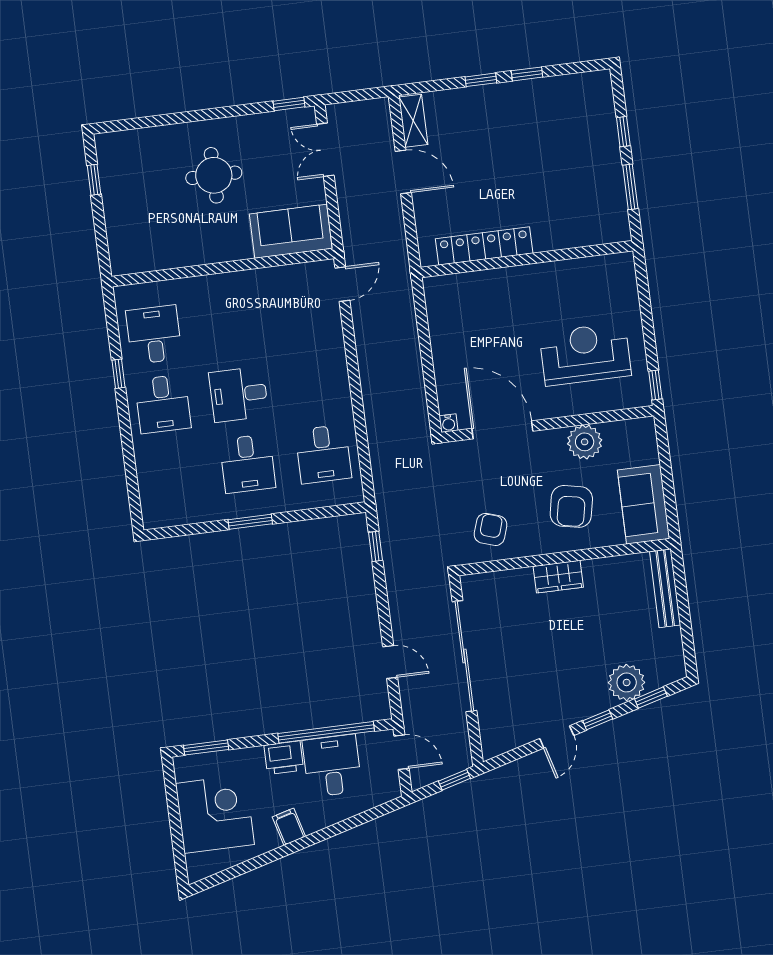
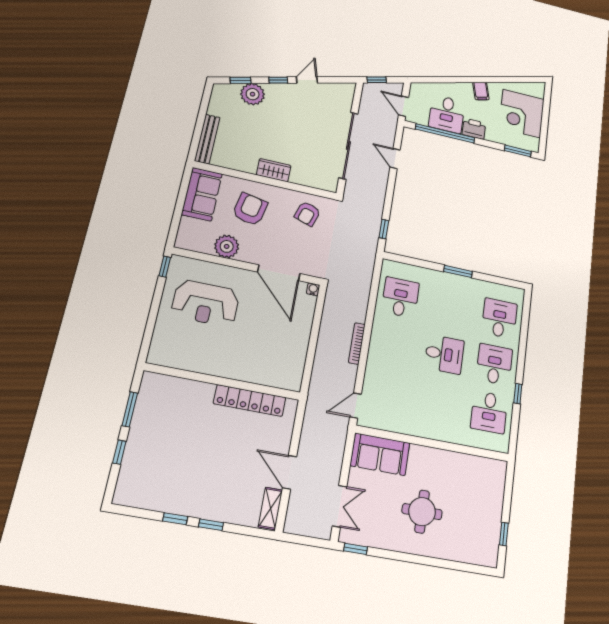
bookcase: (366, 368) -> (357, 343), added
desk: (247, 464) -> (499, 318), moved

